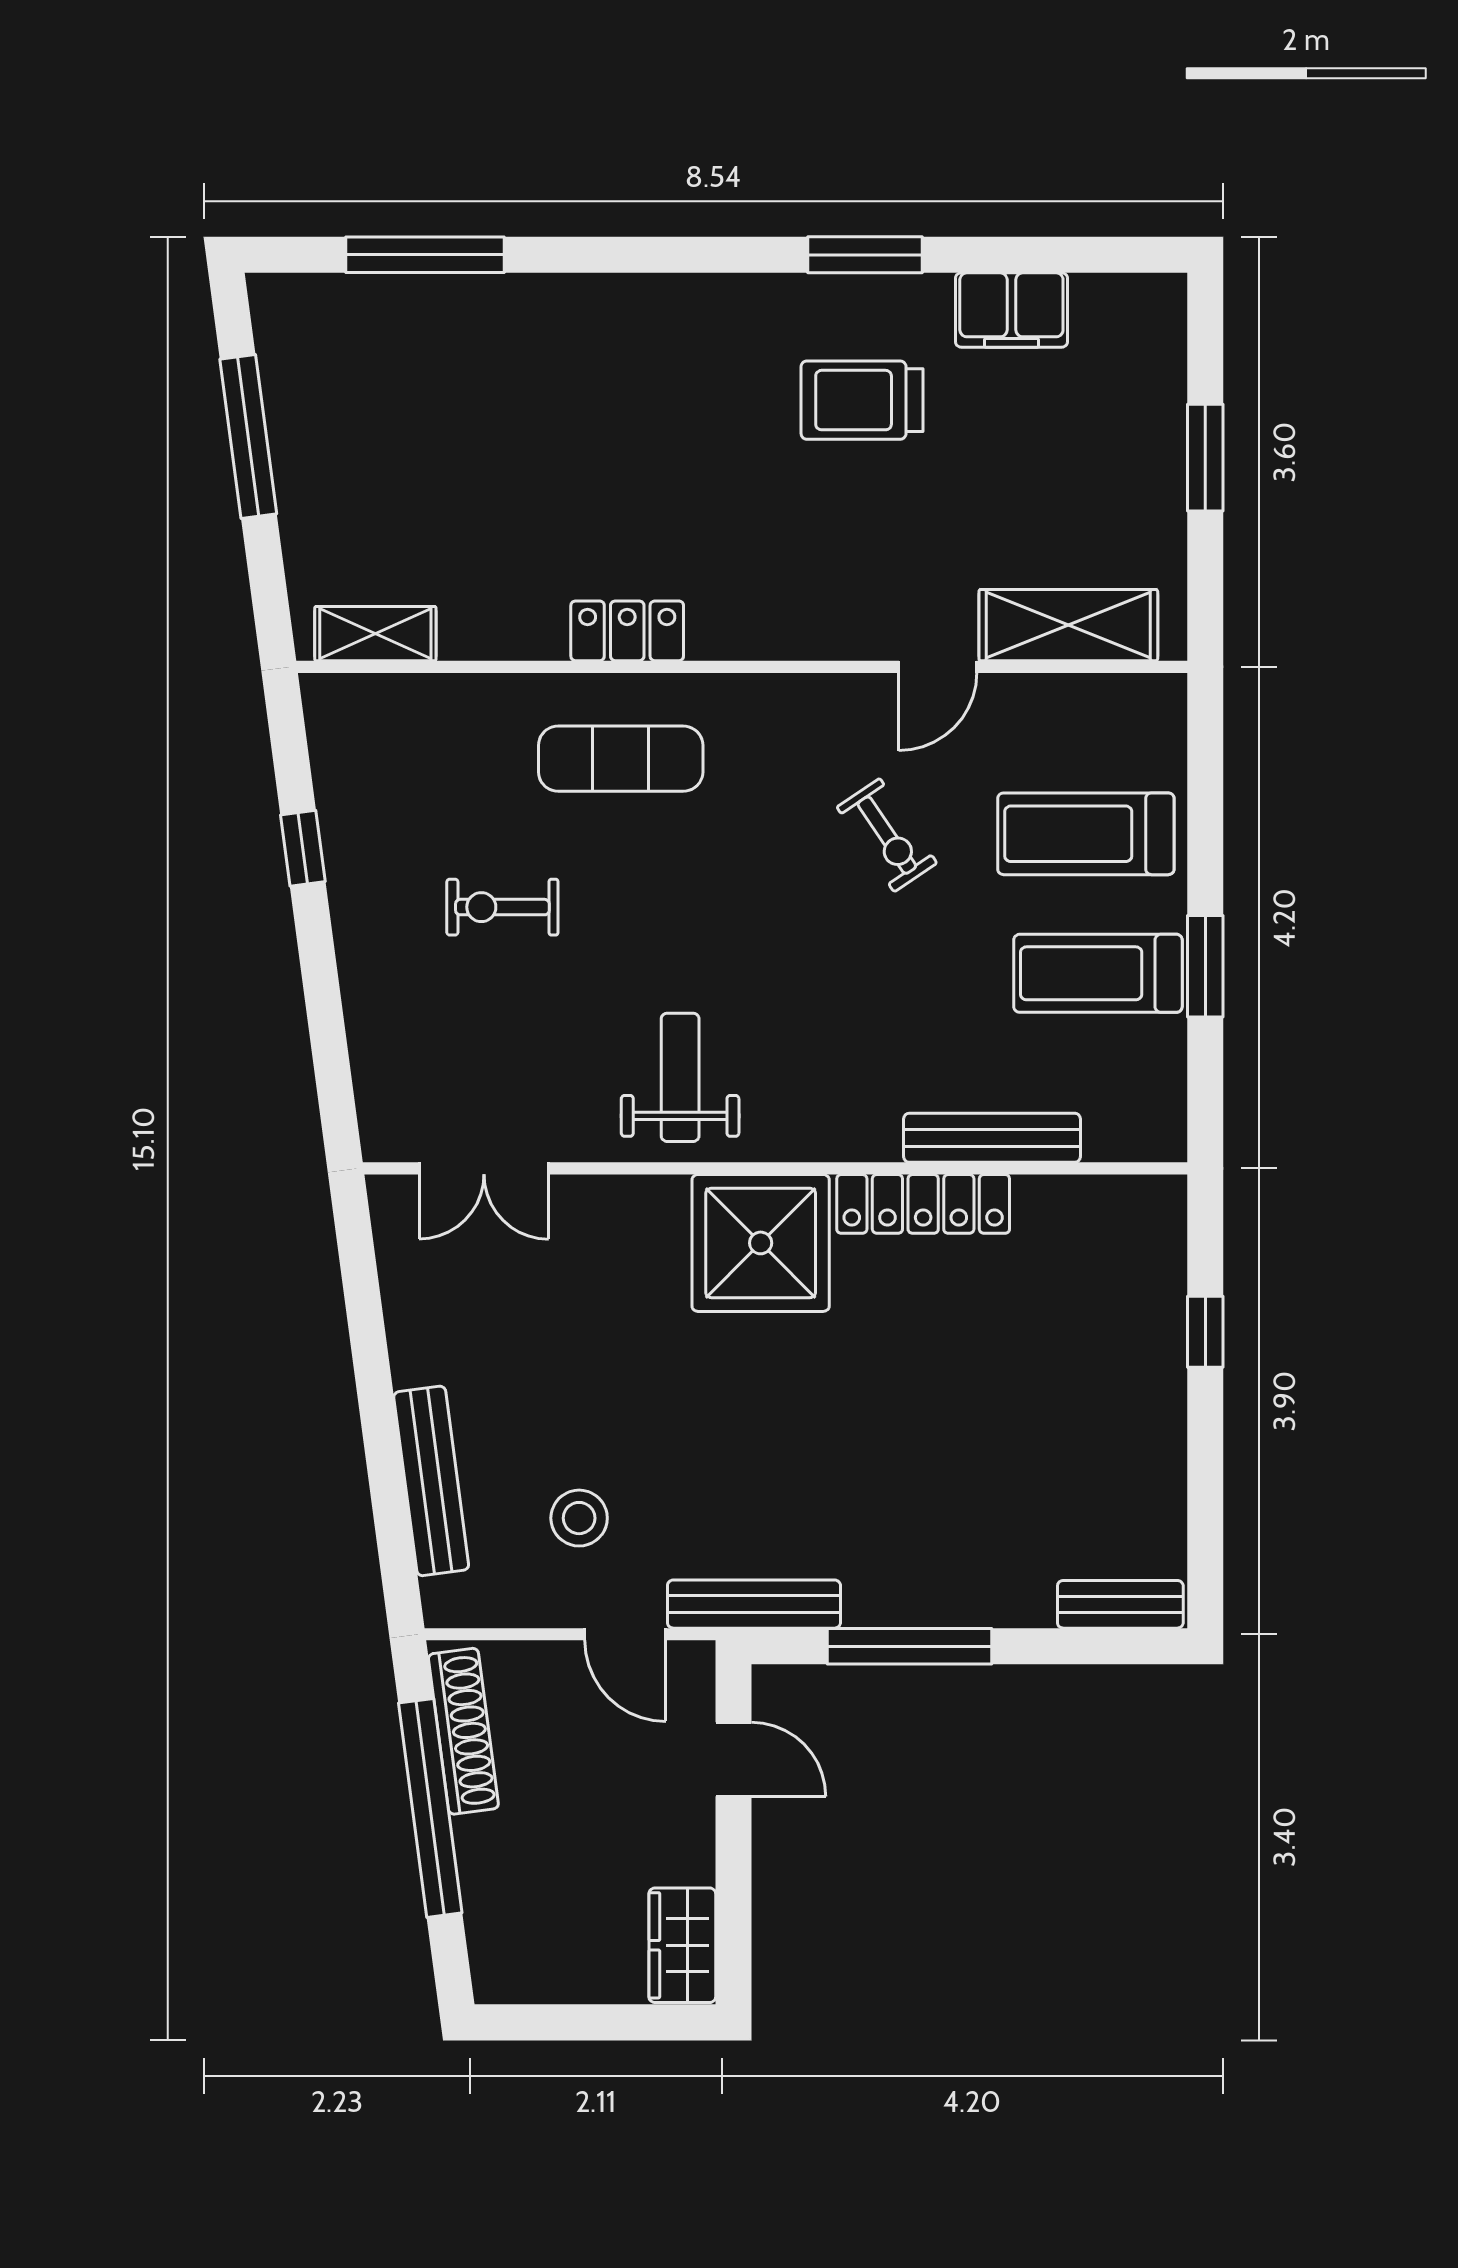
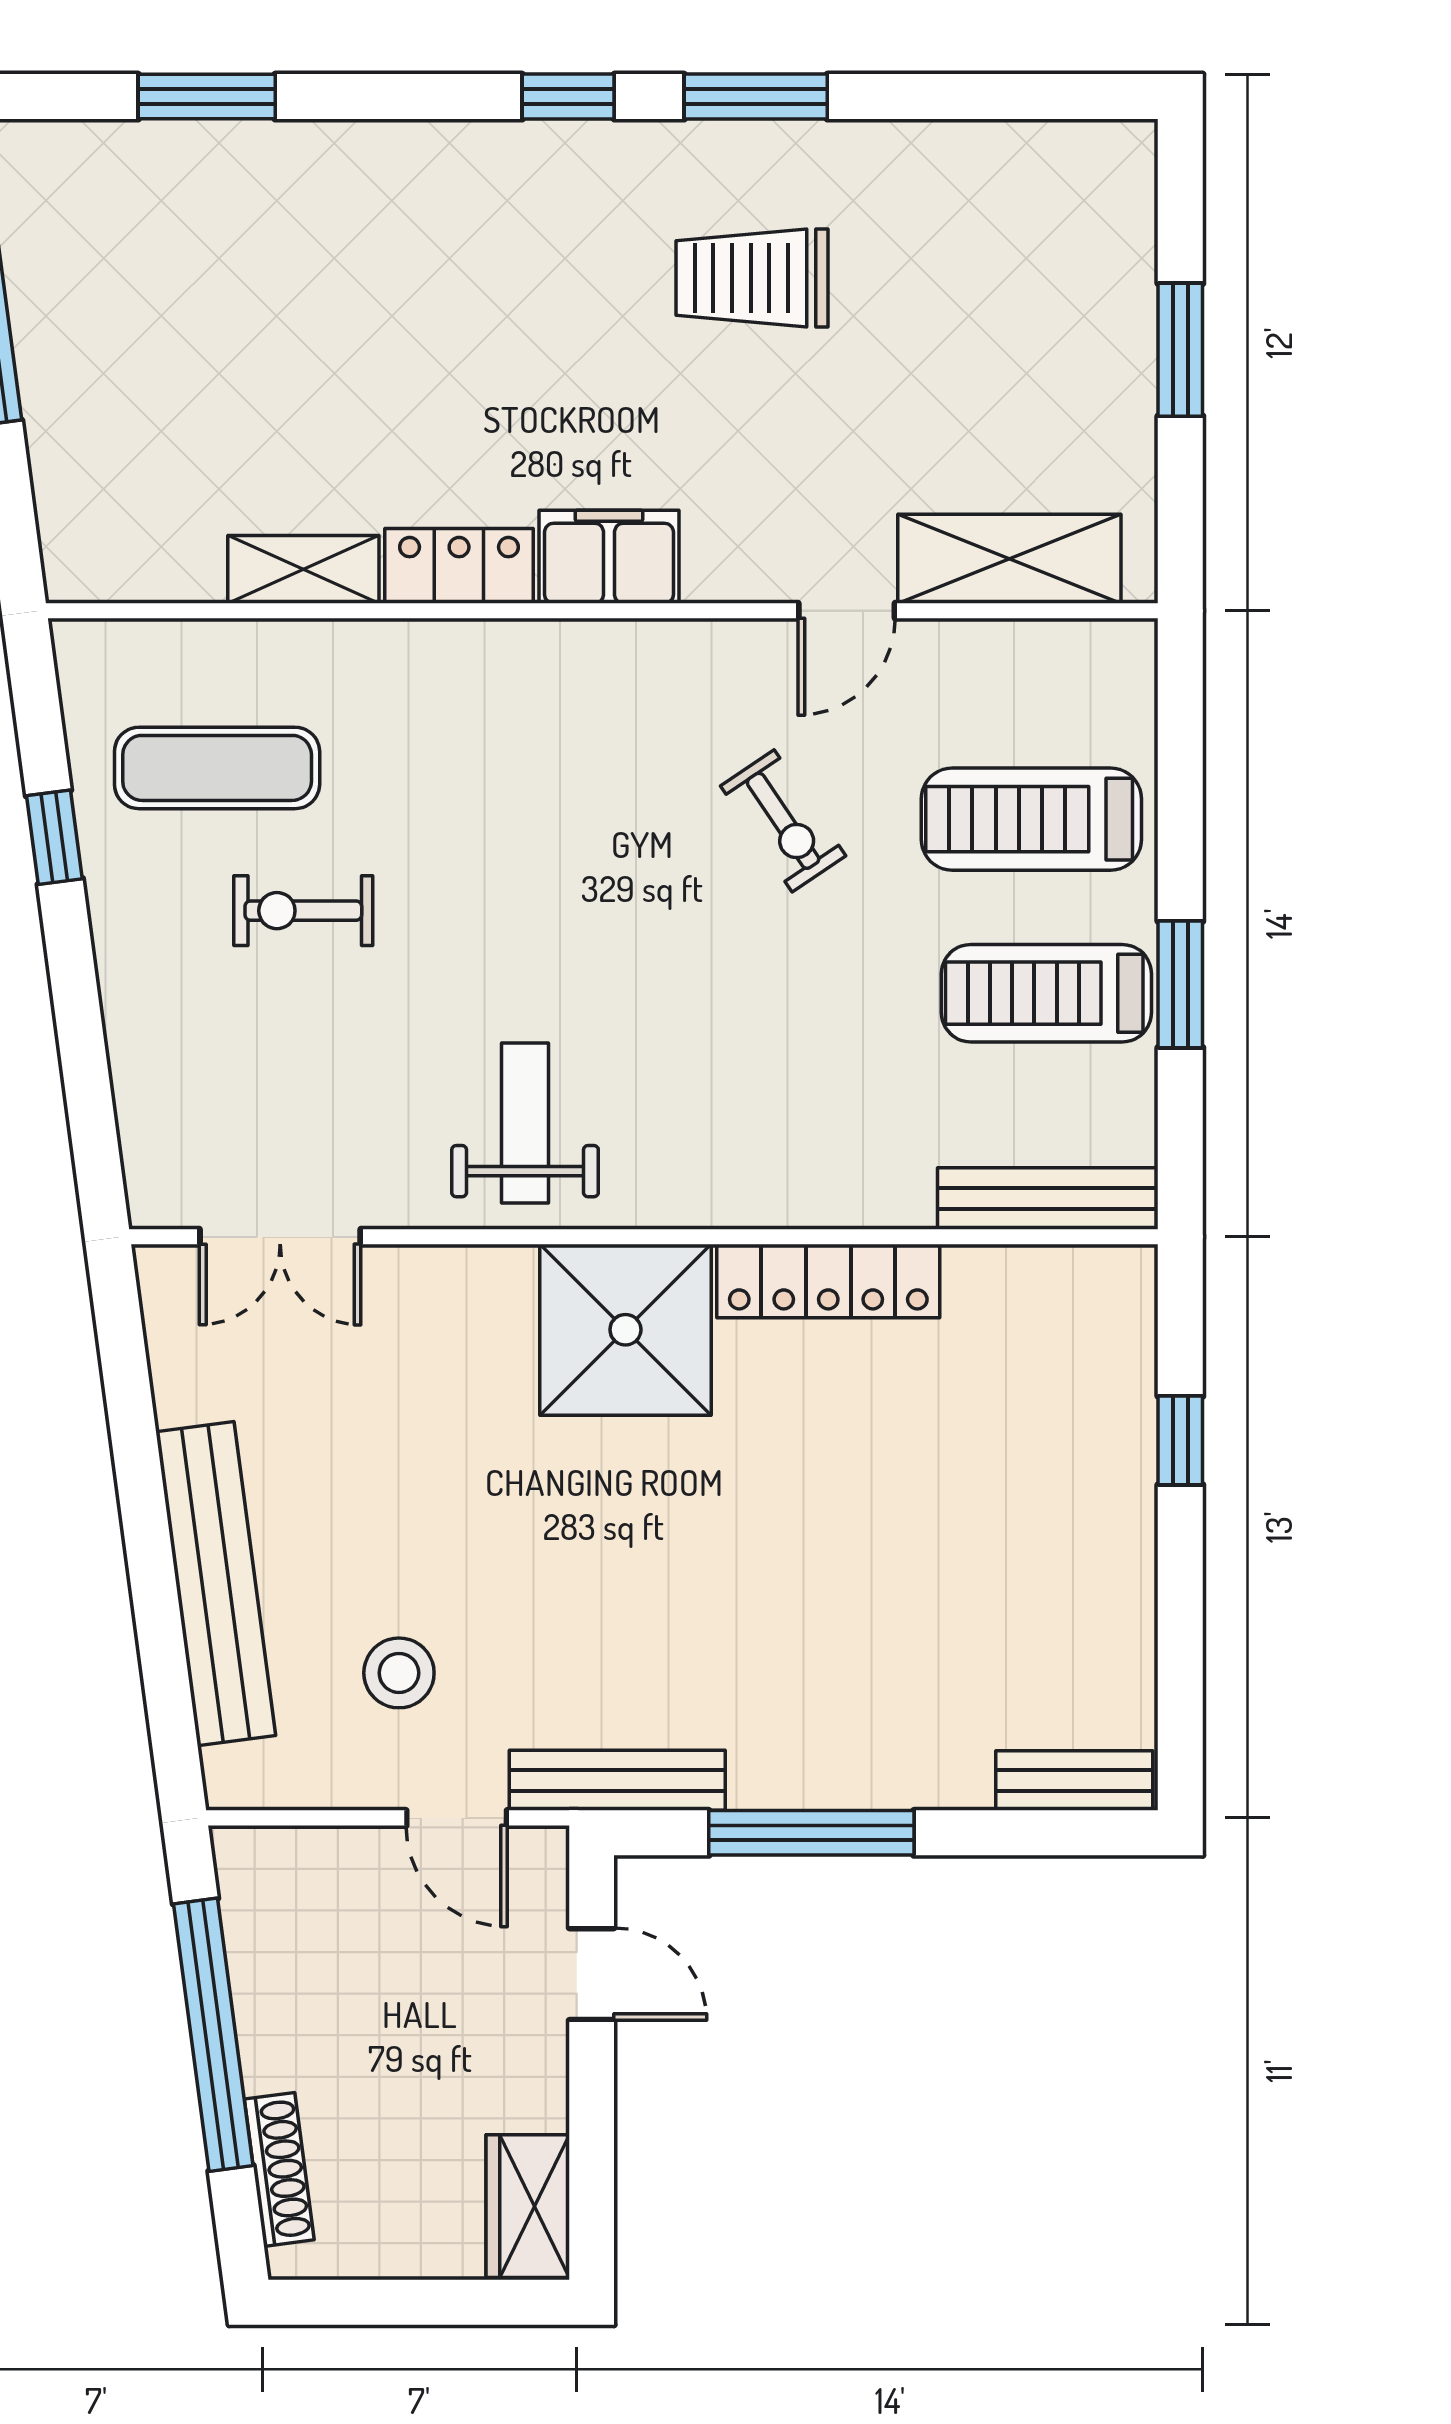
window: (425, 255) -> (207, 97), width x0.69
window: (715, 255) -> (568, 97), added
filing cabinet: (1011, 310) -> (609, 557), moved, turned 180
shelving: (375, 634) -> (303, 569), moved
exercise mat: (621, 759) -> (217, 768), moved
bench: (992, 1138) -> (1048, 1198), moved
bench: (431, 1481) -> (216, 1584), width x1.37, depth x1.21
shoe rack: (463, 1731) -> (279, 2169), moved, width x0.74, depth x0.81

